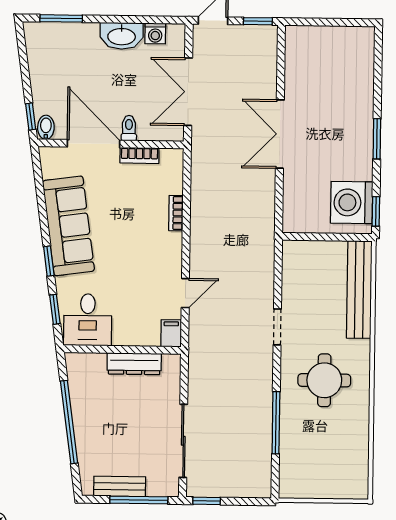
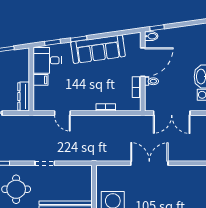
double door: (188, 92) -> (172, 113), swing flipped
filing cabinet: (171, 333) -> (40, 80), moved
dresser: (134, 364) -> (24, 97), moved

